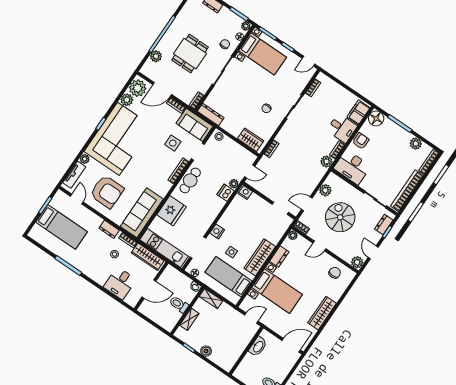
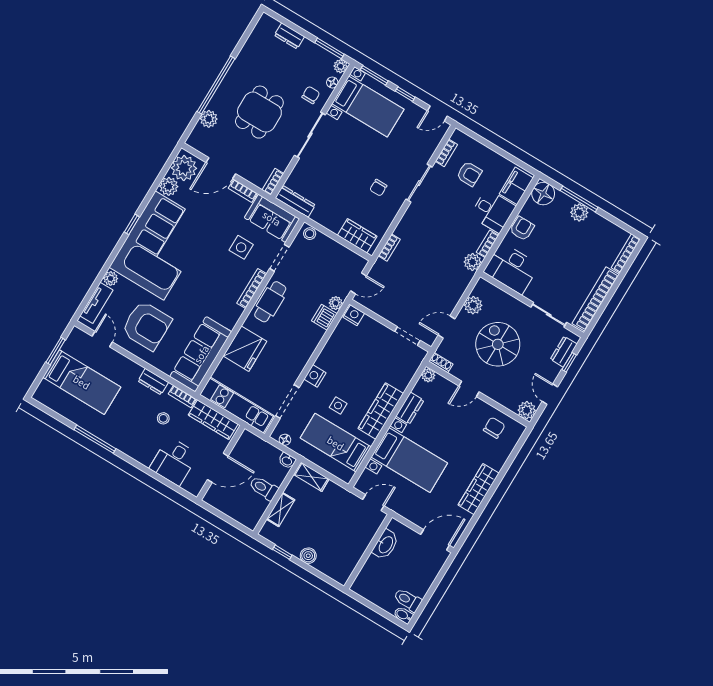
armchair: (328, 103) -> (469, 174), added
plant: (416, 144) -> (579, 212), moved

